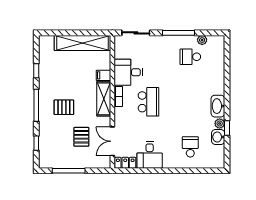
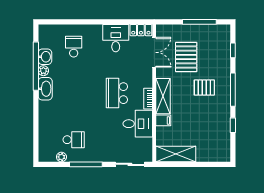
shelving: (83, 43) -> (176, 154), width x0.68
window: (227, 128) -> (36, 66), width x3.17
pallet: (81, 137) -> (186, 57), width x1.50, depth x1.42
school desk: (190, 147) -> (74, 47), turned 180

